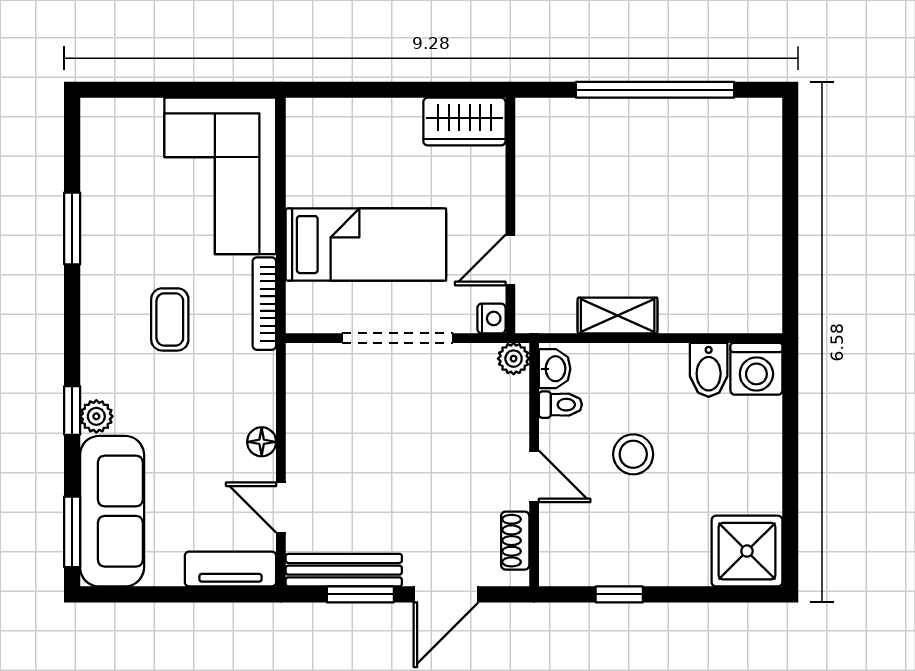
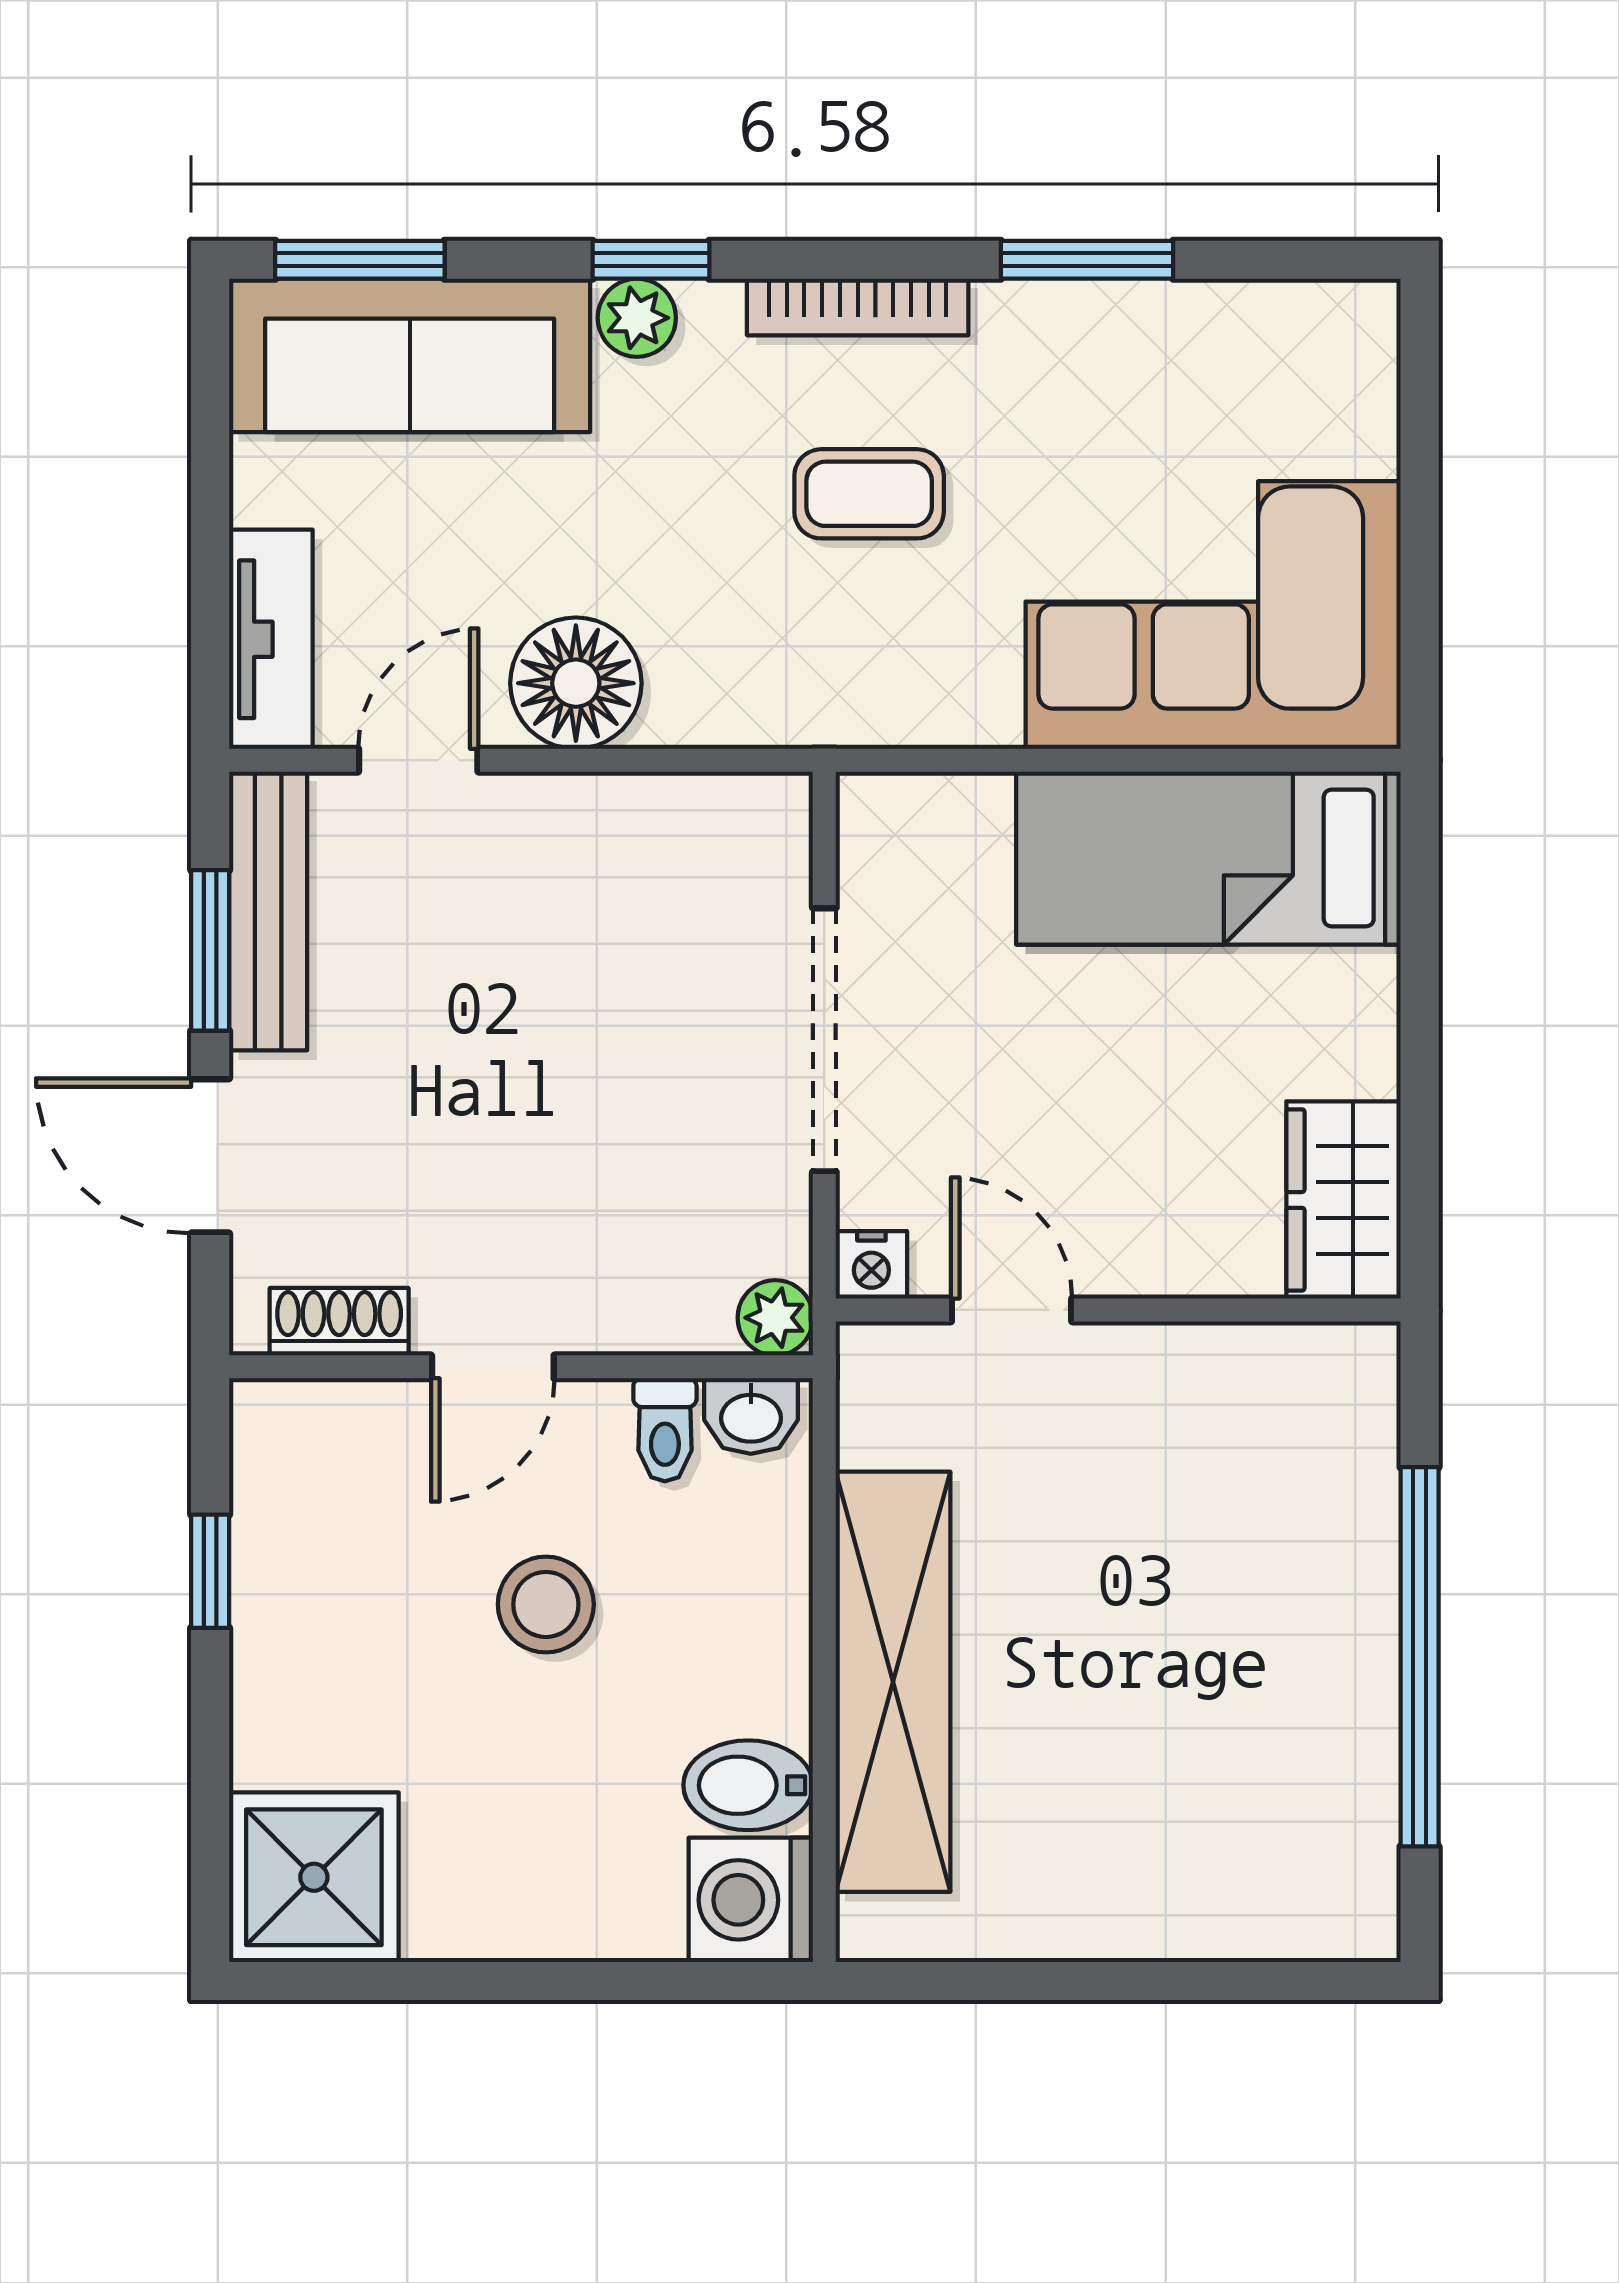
bed: (366, 245) -> (1208, 858), moved, turned 90
bookcase: (264, 304) -> (858, 307), moved, turned 180
shelving: (618, 315) -> (893, 1682), width x2.20, depth x1.33
floor lamp: (262, 442) -> (576, 683), width x1.89, depth x1.89

